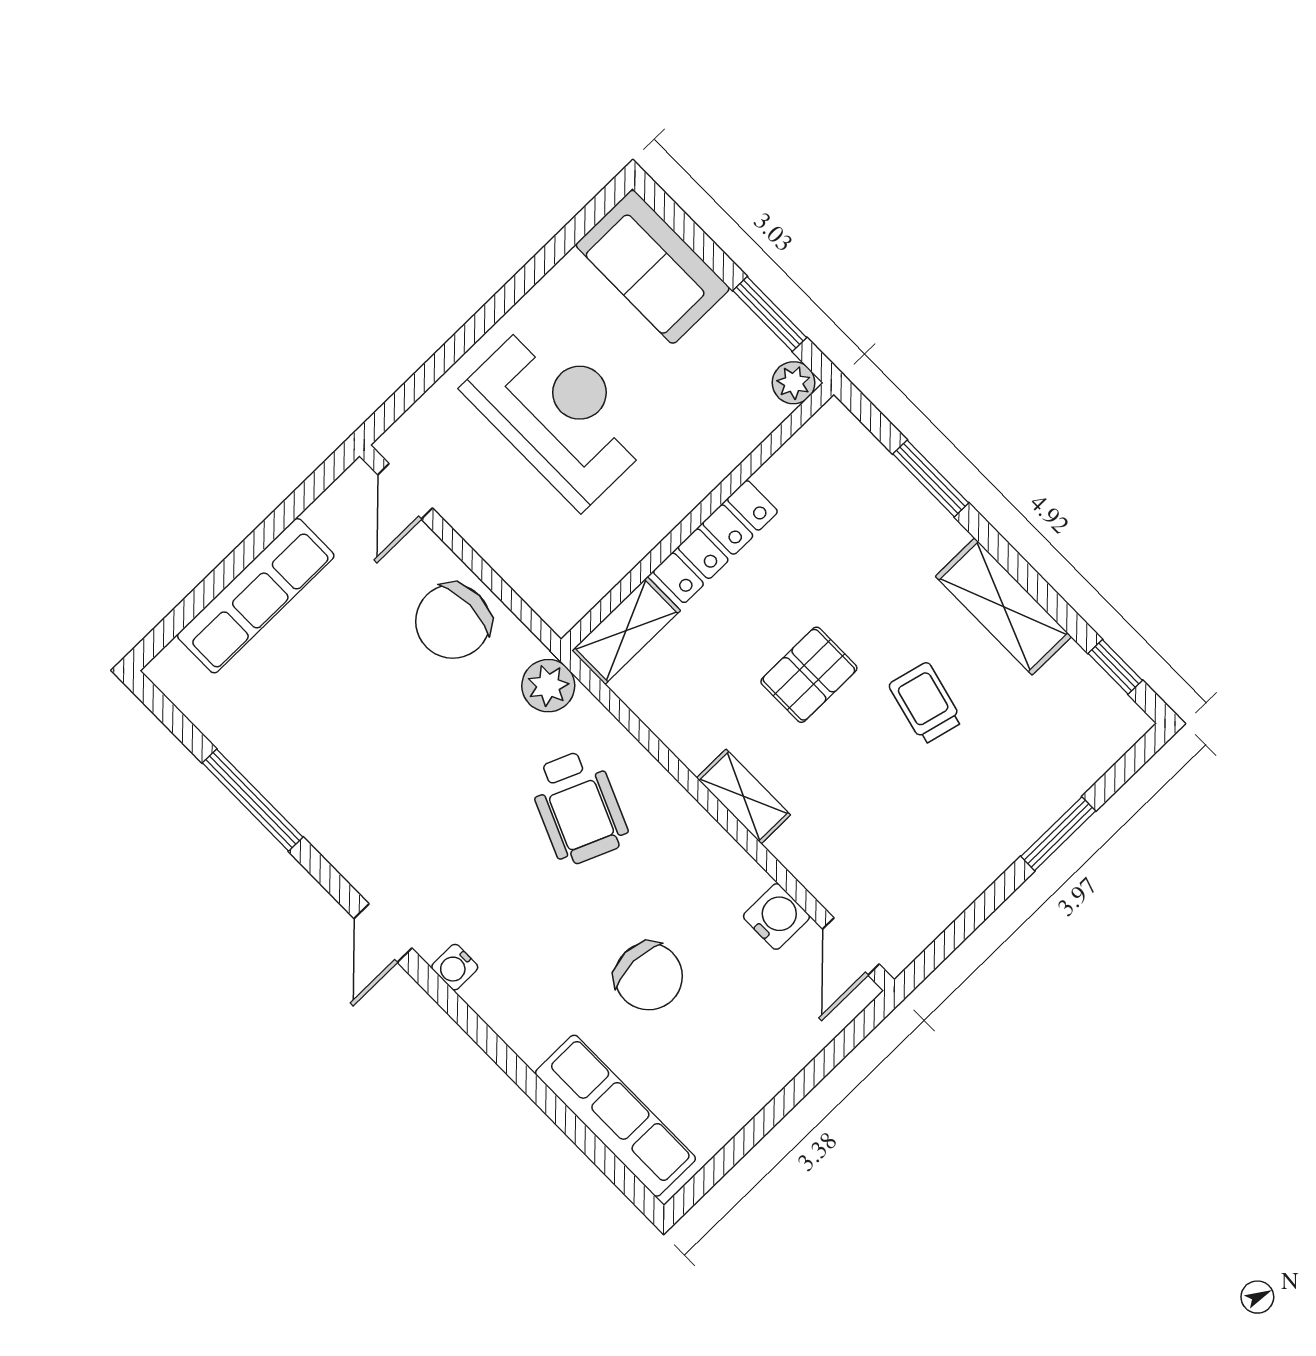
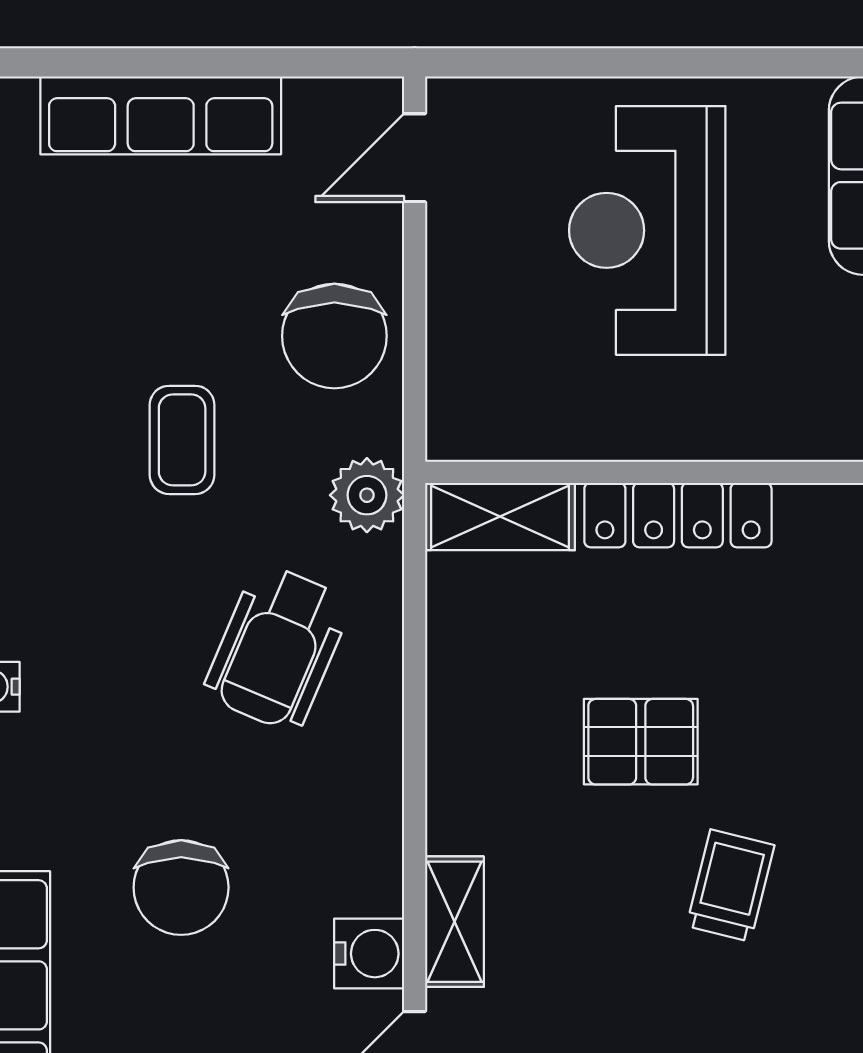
reception desk: (559, 413) -> (647, 230), turned 180
chair: (453, 621) -> (334, 336), turned -90
coffee table: (427, 749) -> (182, 440), added
shelving: (744, 796) -> (454, 922), moved

